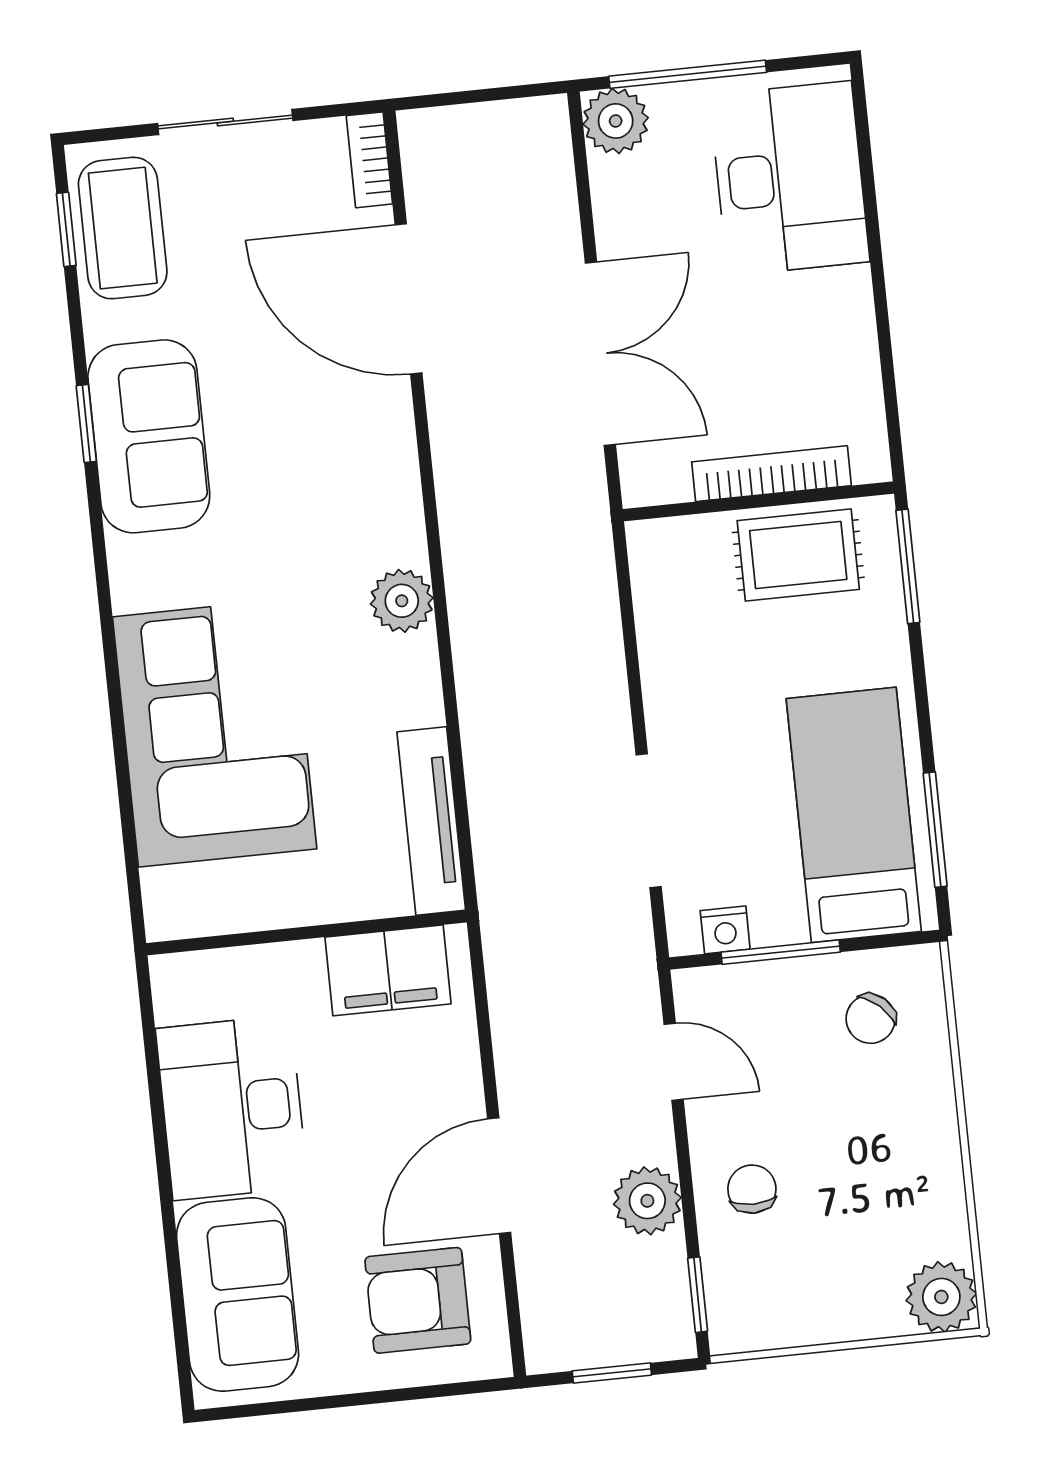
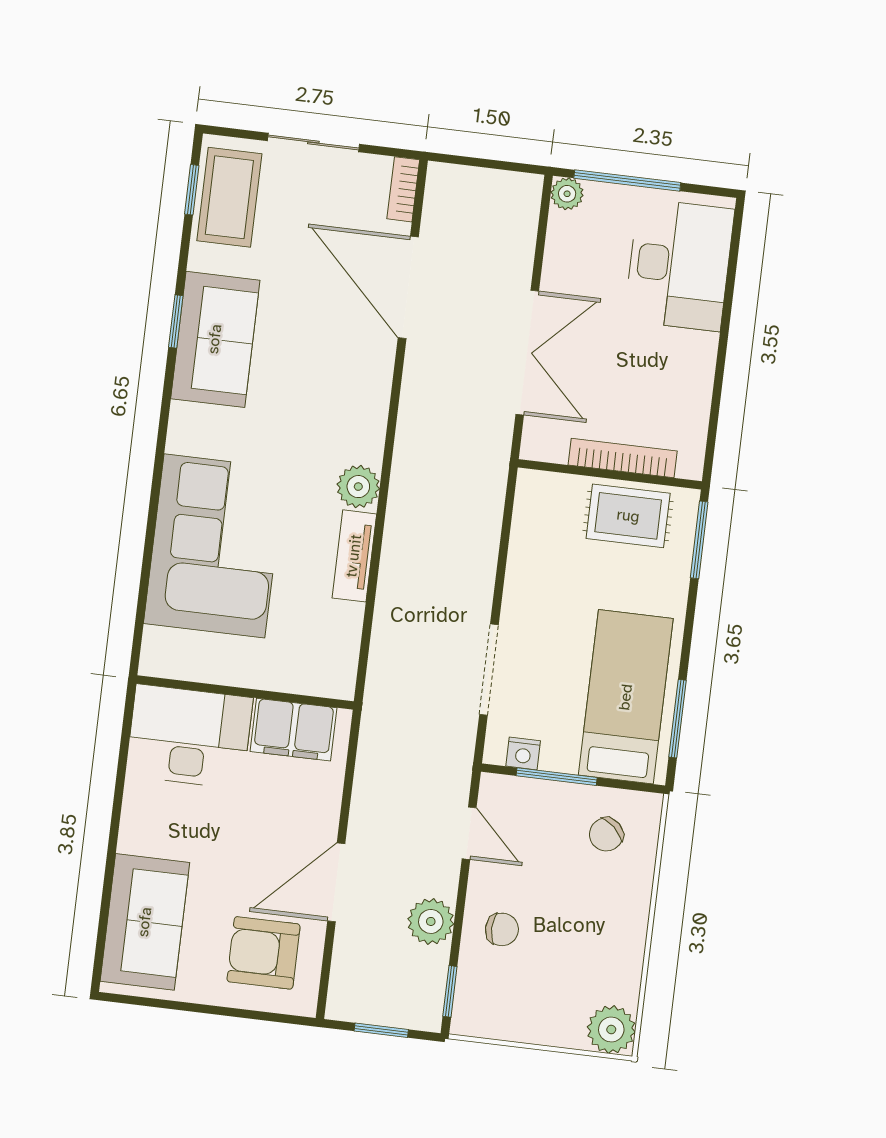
plant: (616, 121) -> (567, 194), width x0.73, depth x0.73
tv unit: (431, 821) -> (354, 556), moved, width x0.71
desk: (232, 1108) -> (189, 737), moved, turned 90
chair: (752, 1189) -> (502, 929), turned 90

